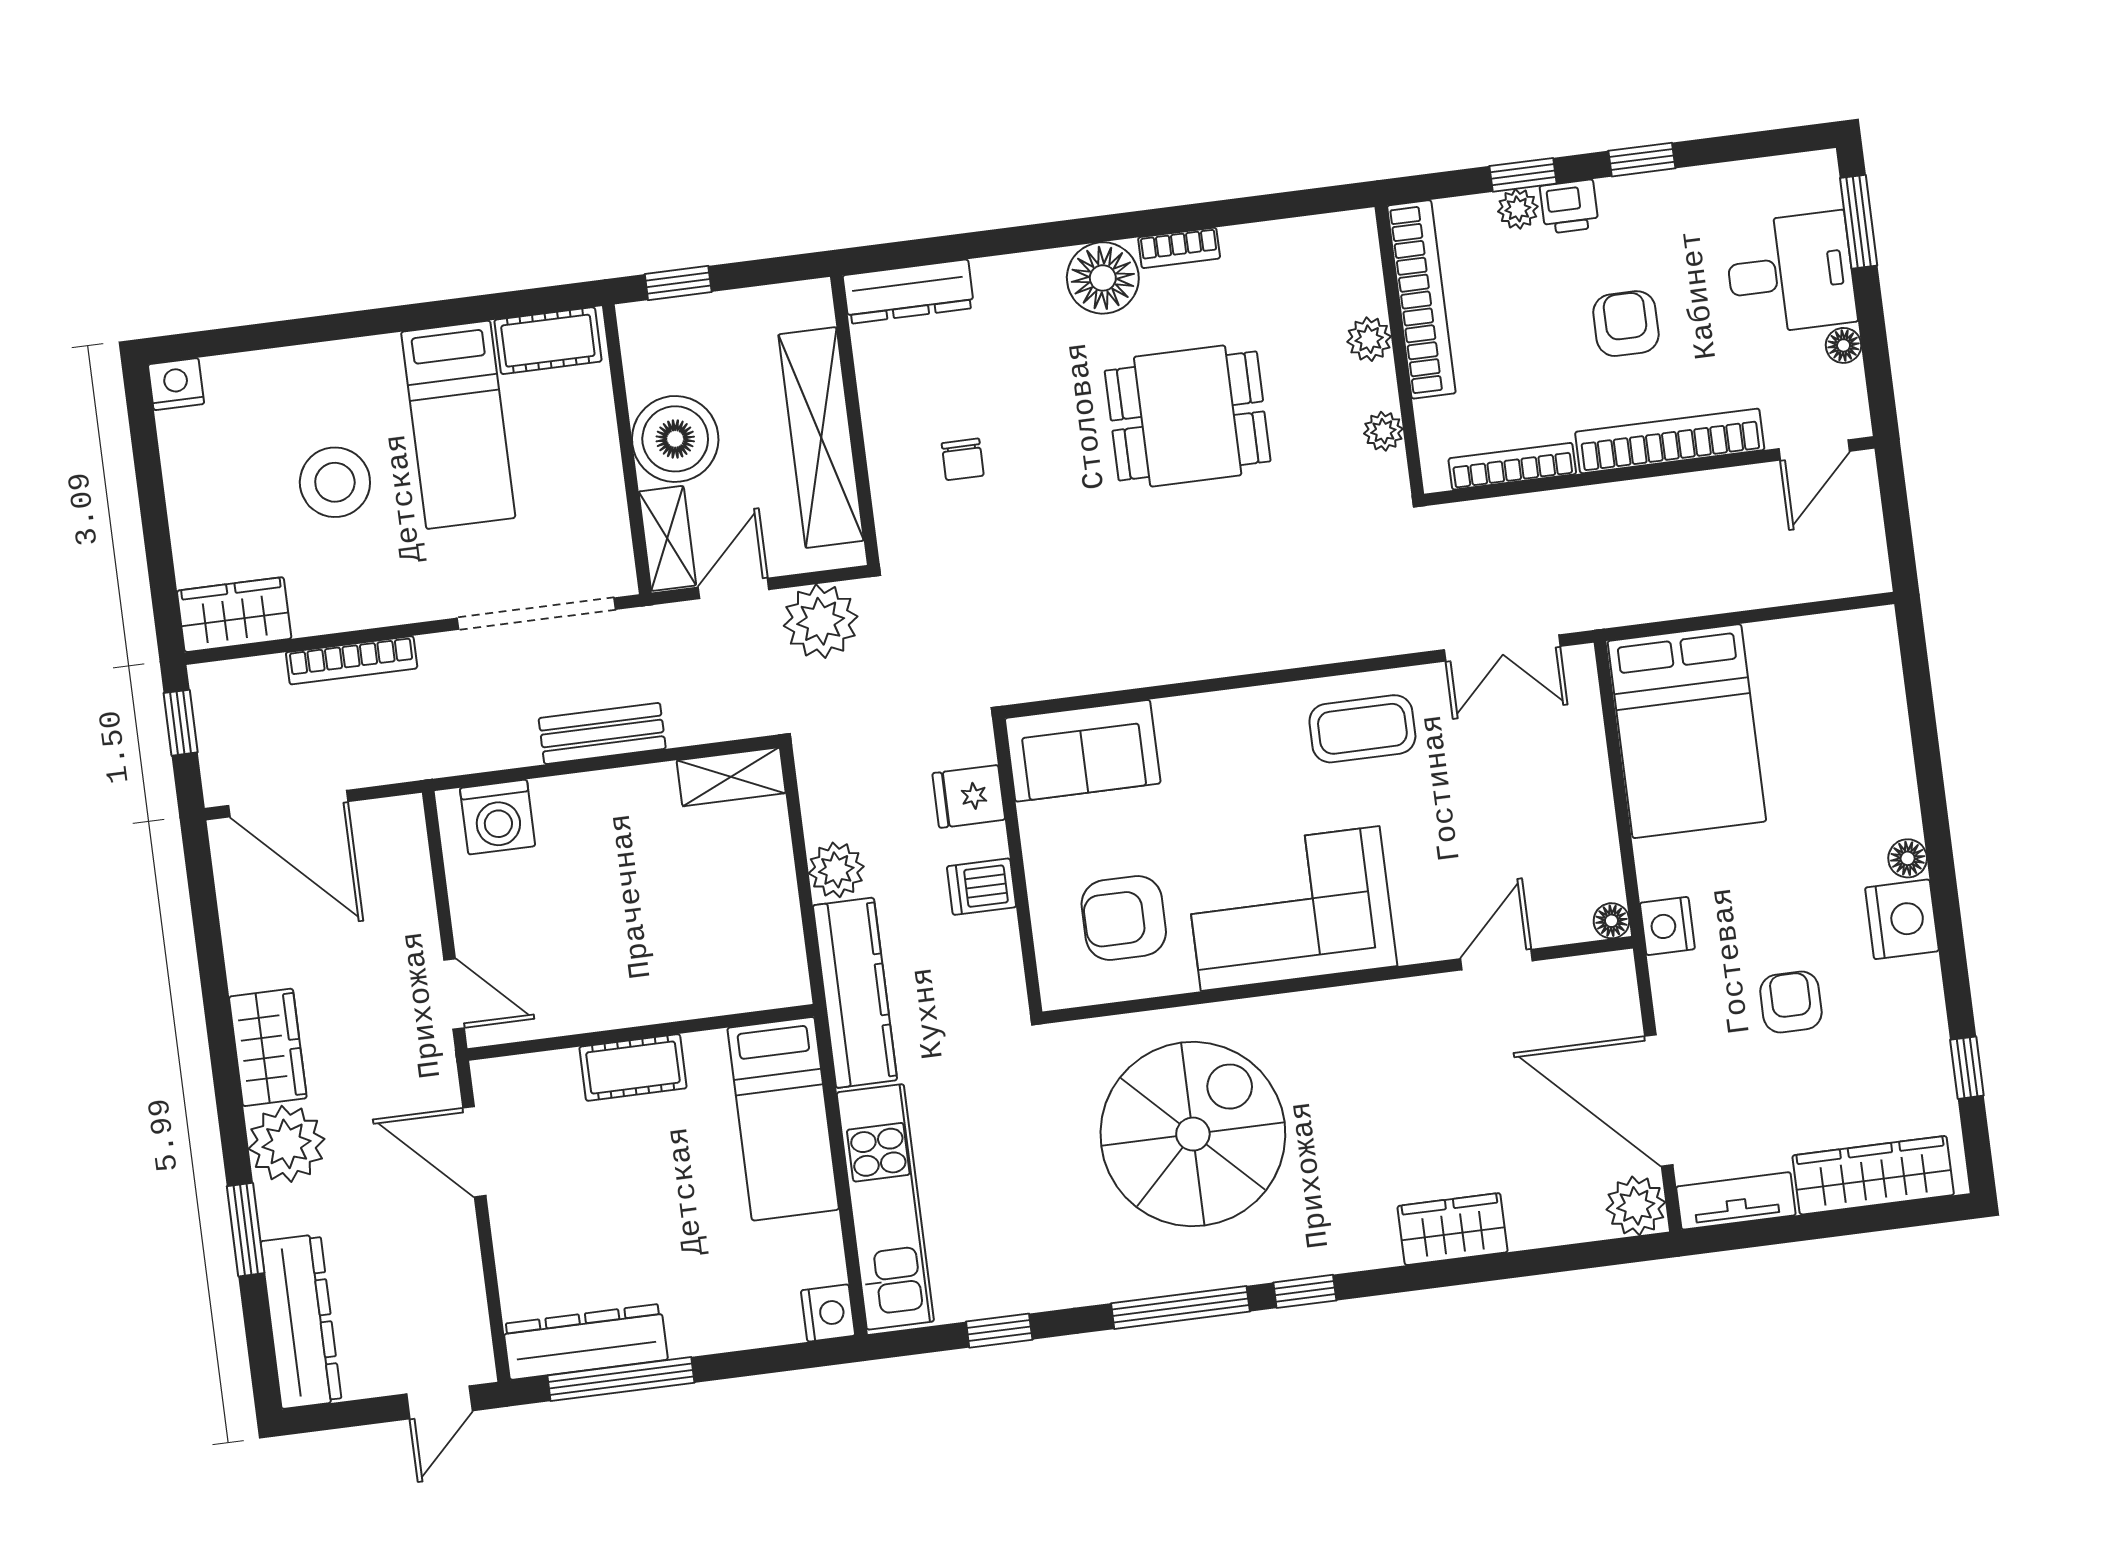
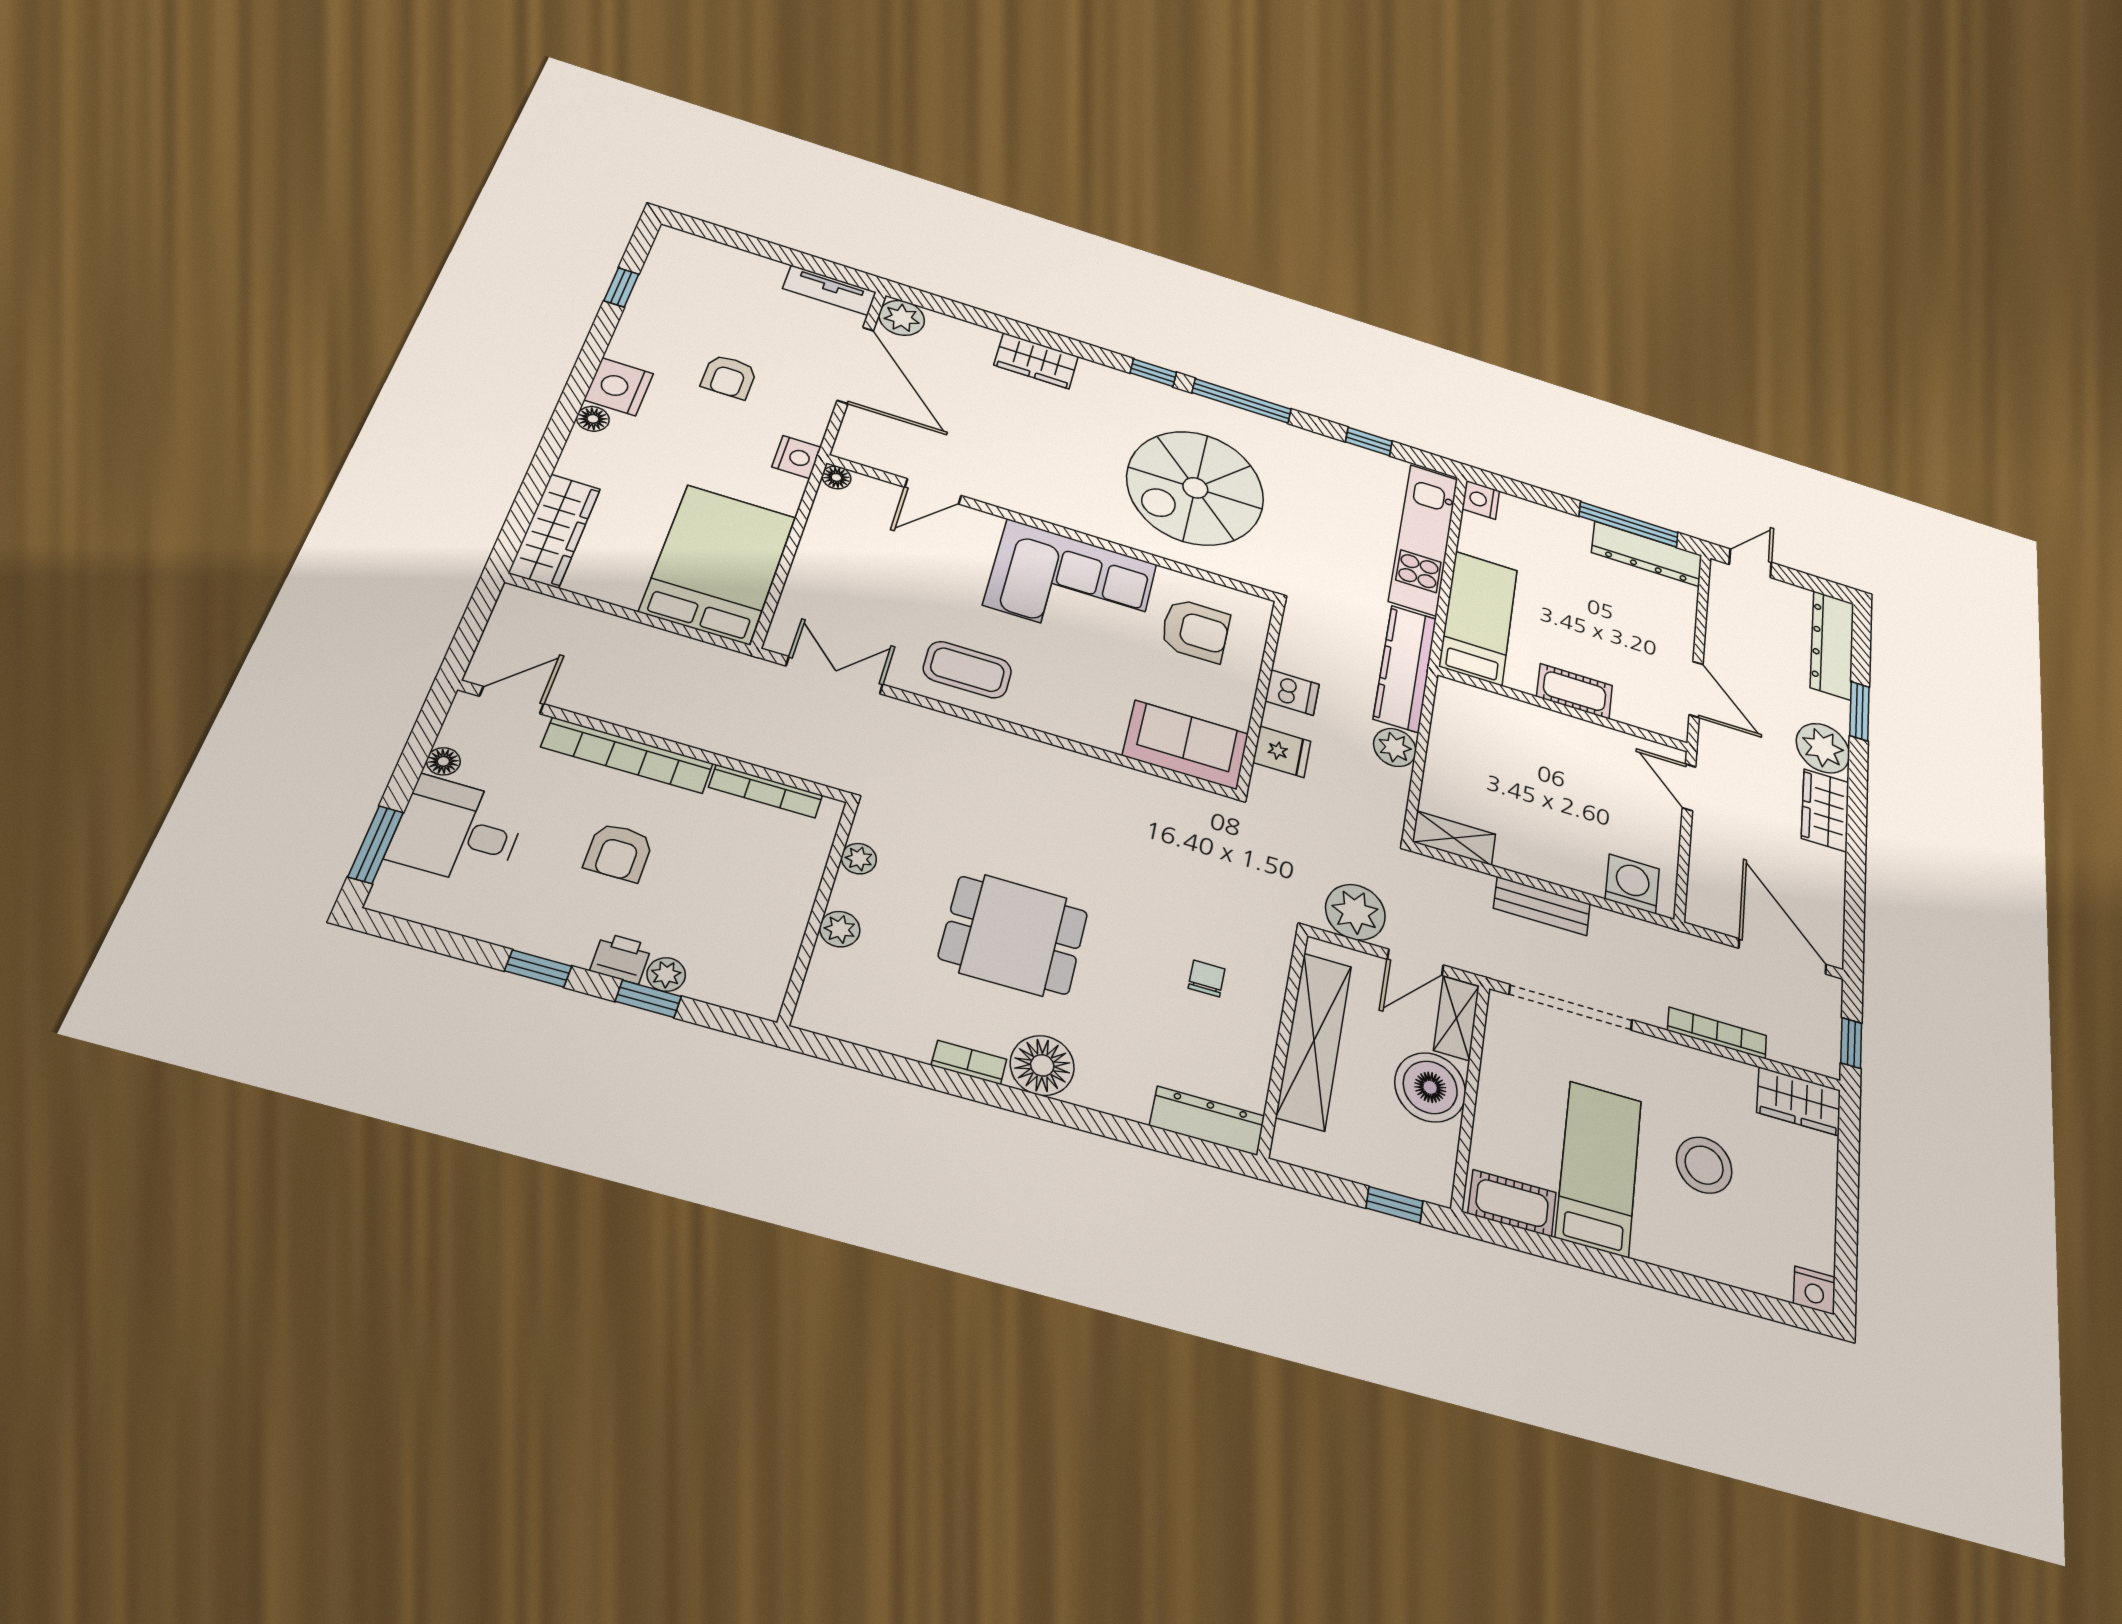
bookcase: (1421, 299) -> (782, 940), removed
wardrobe: (1873, 1175) -> (555, 531), moved, turned -90

